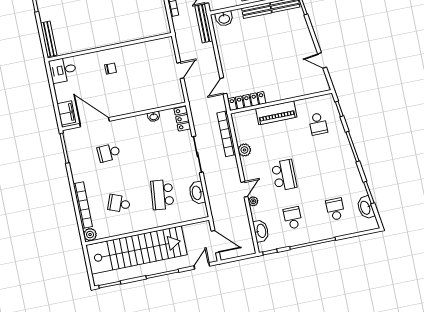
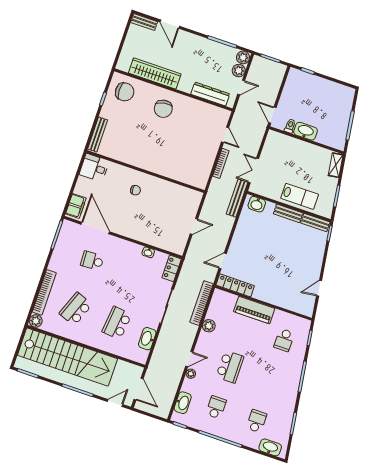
door: (322, 60) -> (319, 288), hinge flipped
school desk: (119, 203) -> (76, 309), width x1.85
washbasin: (366, 208) -> (270, 447), moved, turned 98

